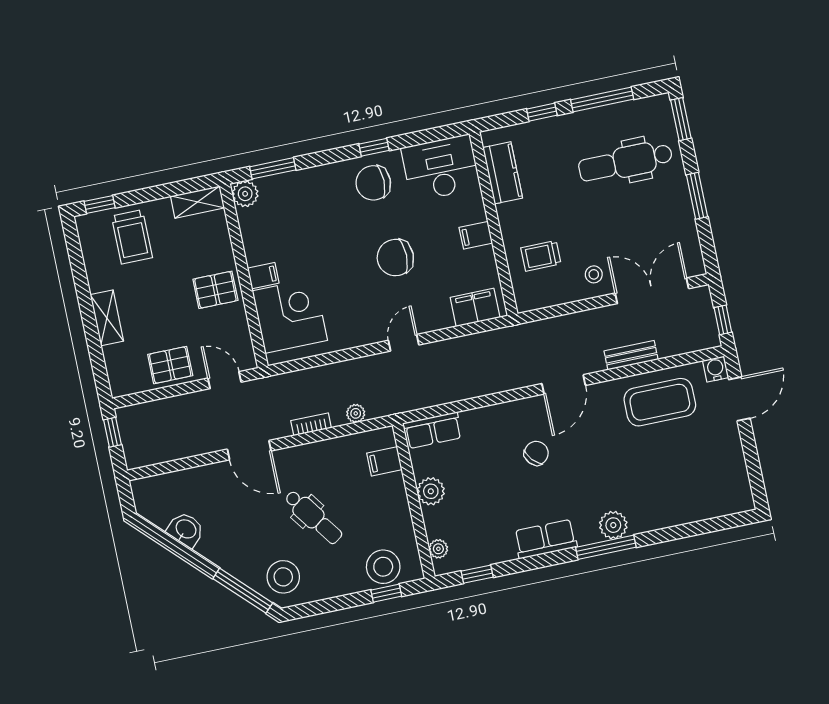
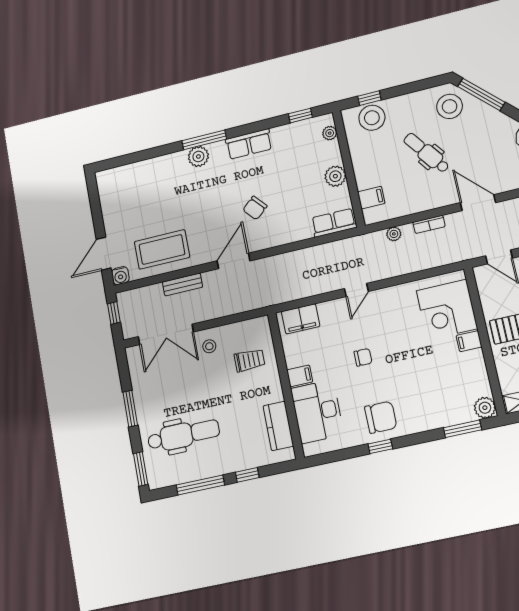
desk: (441, 168) -> (317, 412), moved, turned 90
chair: (395, 258) -> (363, 357), width x0.54, depth x0.54

